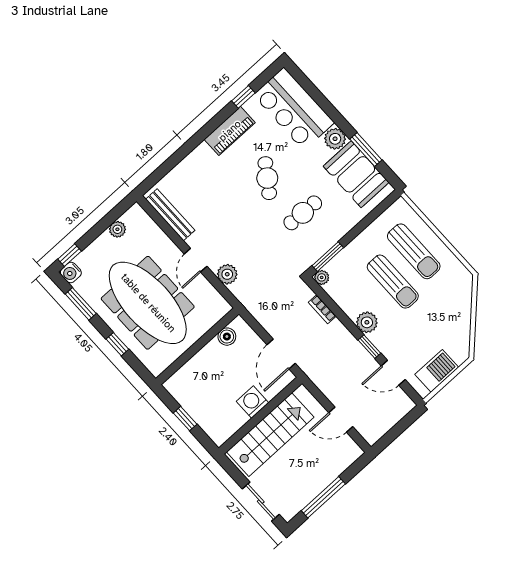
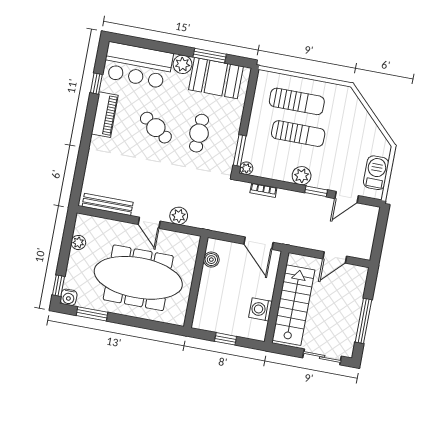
window: (117, 344) -> (139, 323), removed
washing machine: (252, 402) -> (261, 309), moved

